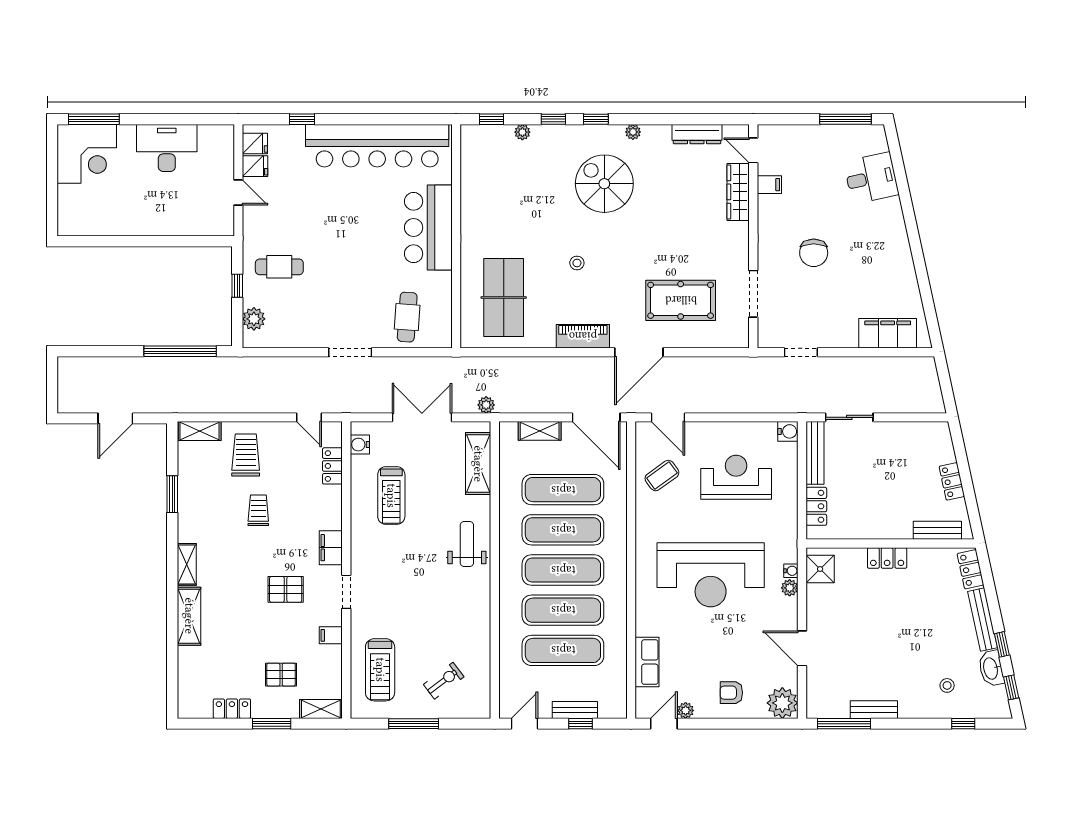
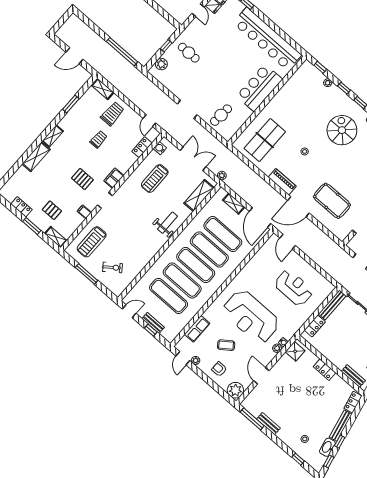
water cooler: (788, 431) -> (329, 288), removed
coffee table: (662, 476) -> (226, 345), moved
door: (664, 724) -> (183, 358), swing flipped

